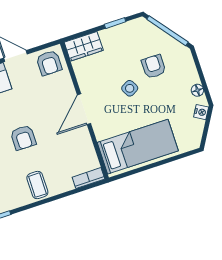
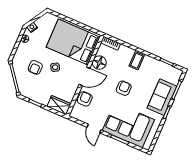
armchair: (49, 63) -> (85, 99), moved
floor lamp: (81, 142) -> (99, 63), added
bed: (138, 147) -> (73, 42), width x1.50

